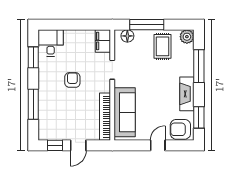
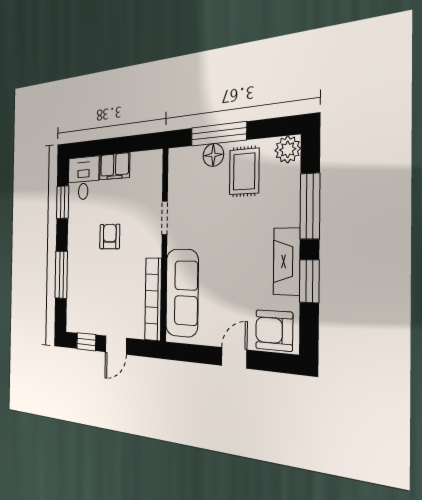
floor lamp: (127, 36) -> (213, 155), moved
filing cabinet: (103, 41) -> (115, 166), moved, turned -90
window: (199, 117) -> (309, 281), moved

